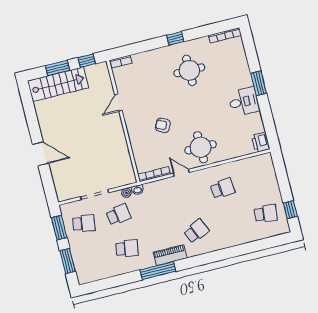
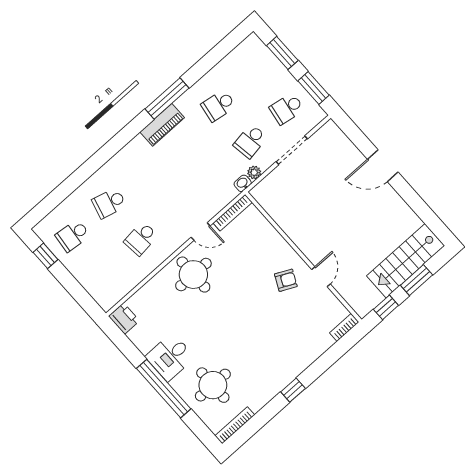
round table: (189, 70) -> (213, 385), moved
window: (259, 83) -> (164, 389), width x2.11
armchair: (163, 125) -> (286, 280), moved
school desk: (196, 231) -> (109, 203), moved, turned 39

